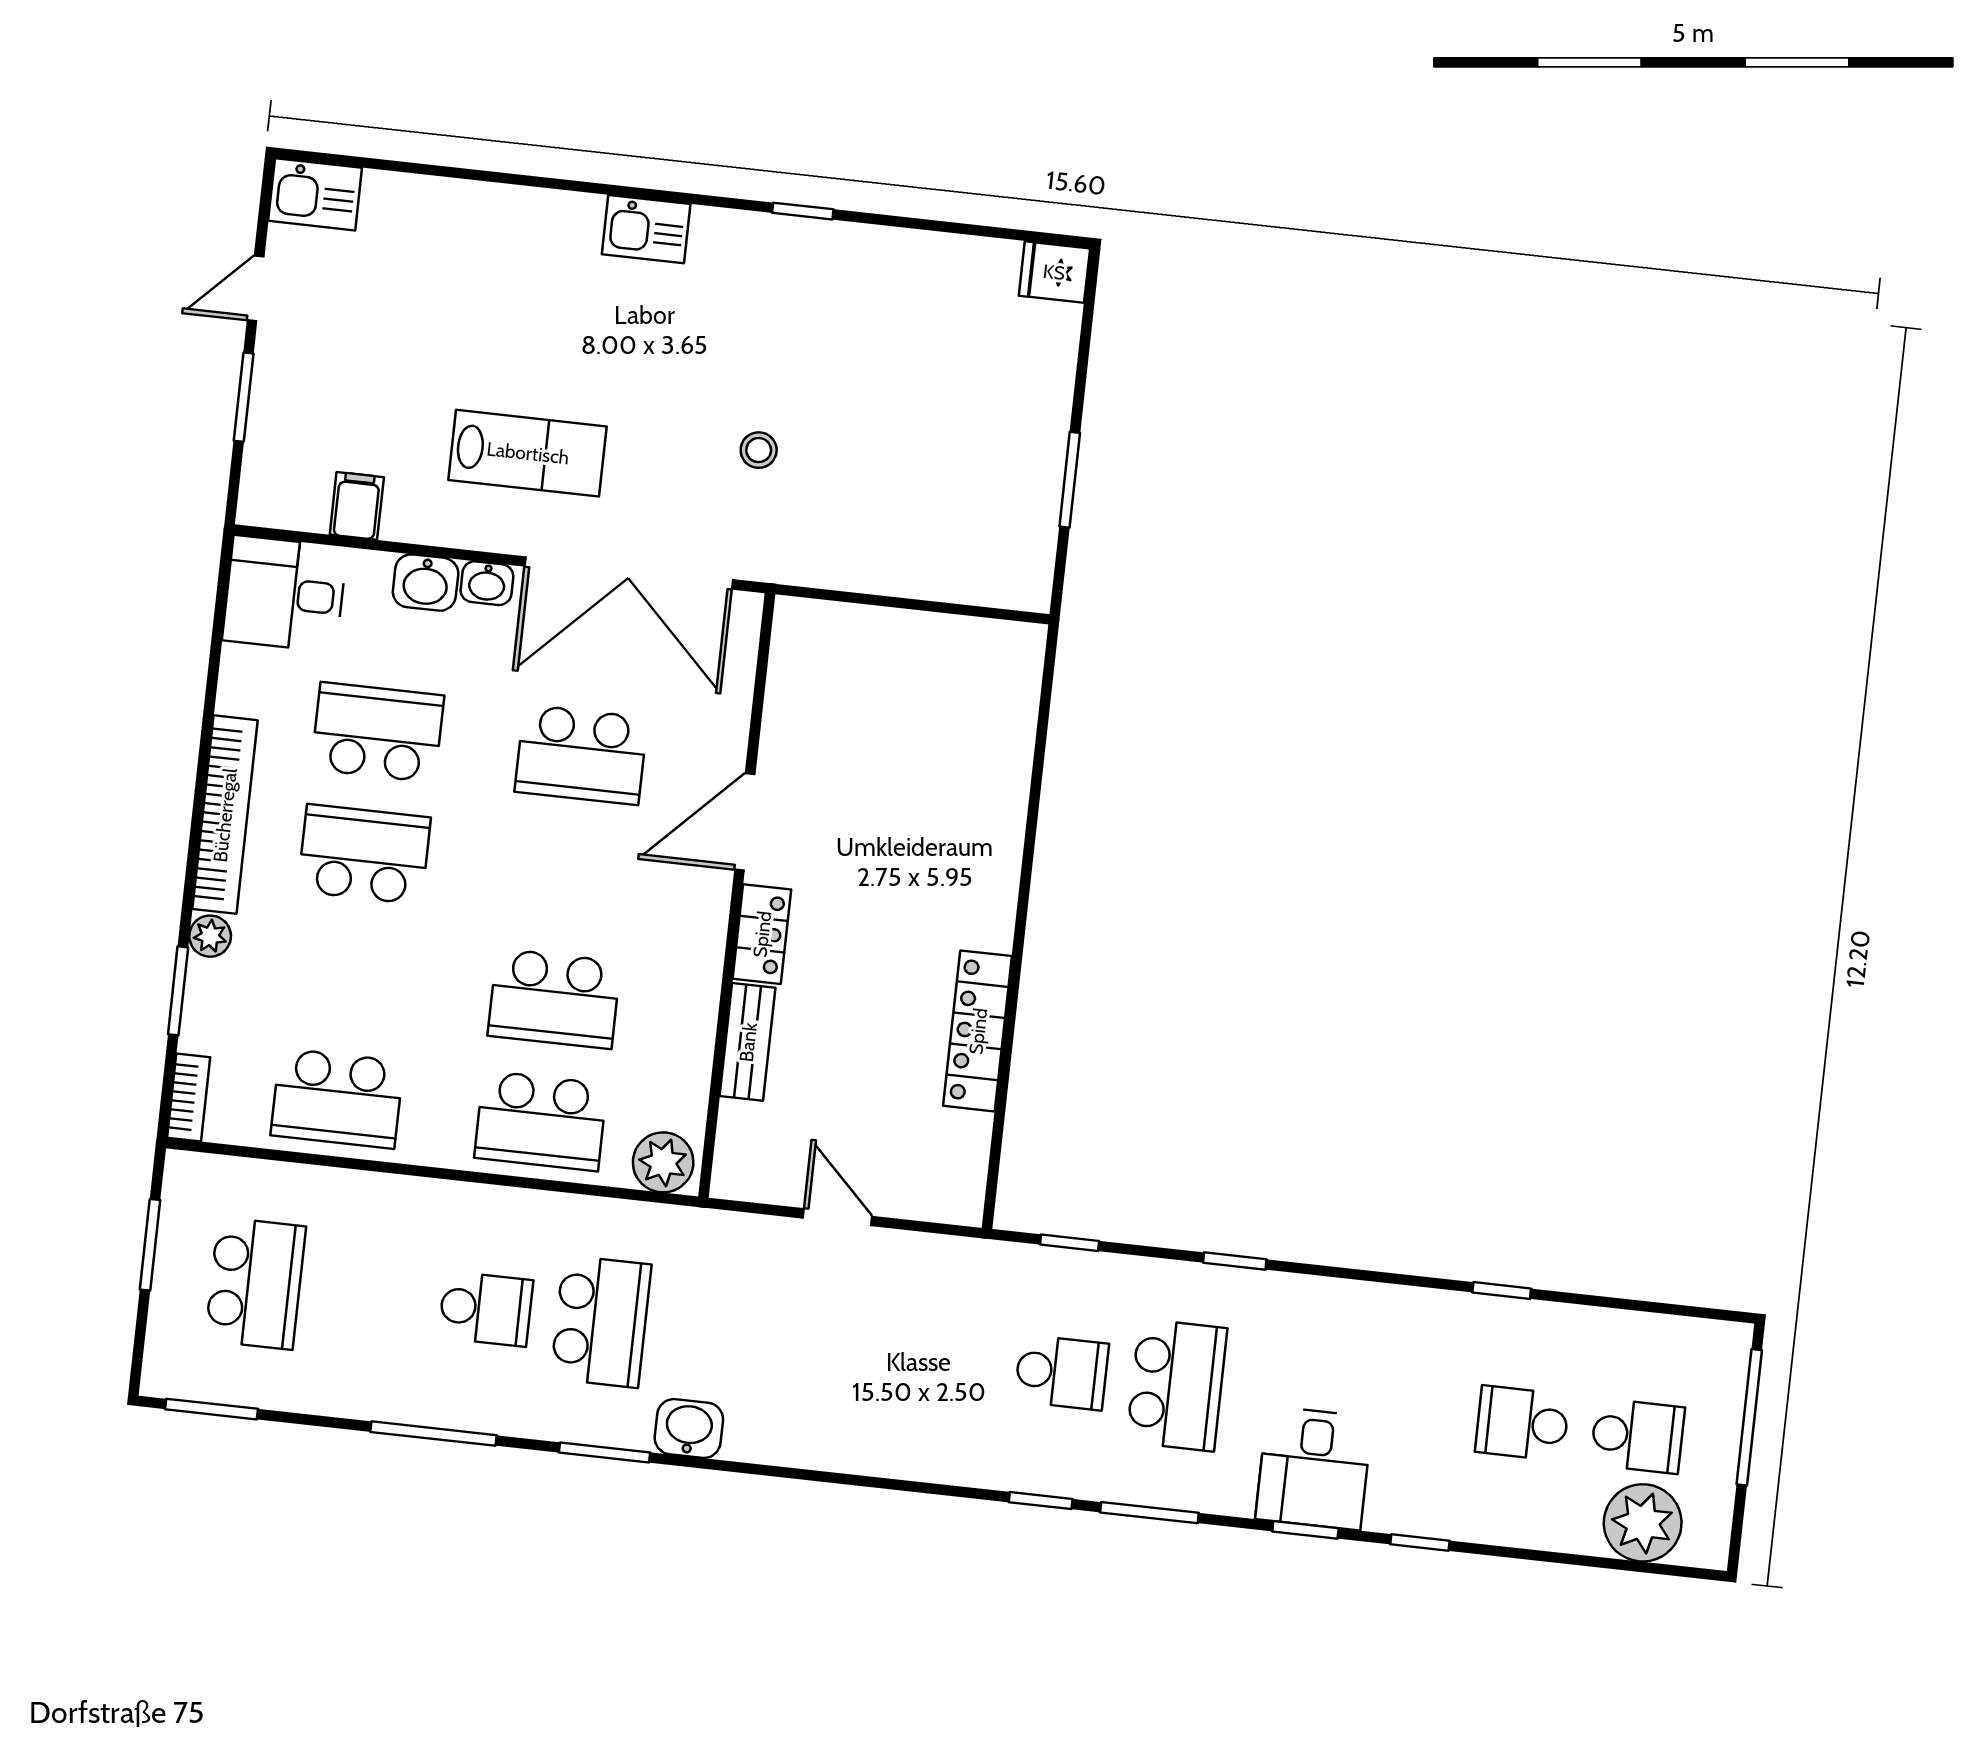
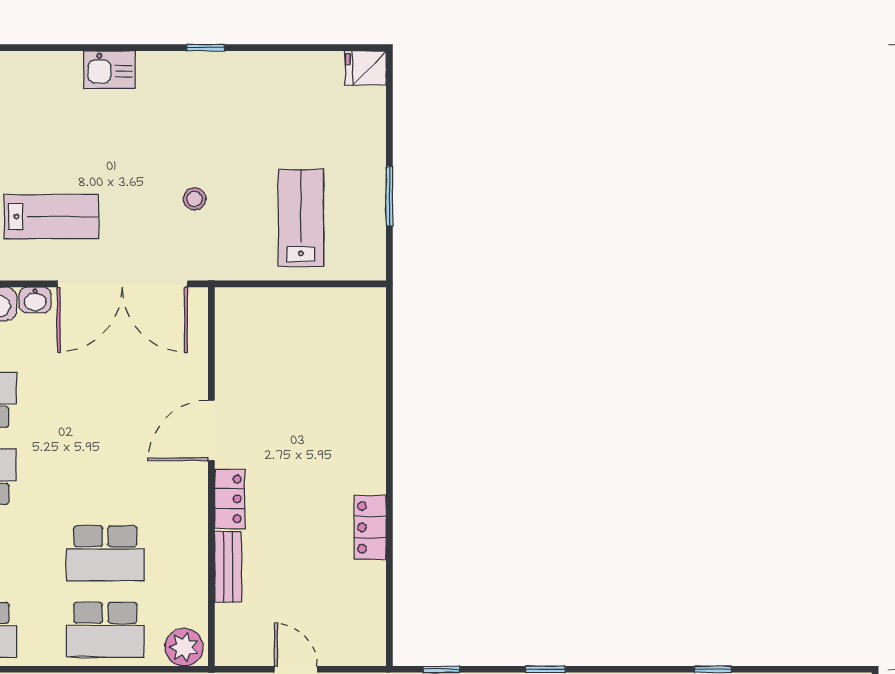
lab bench: (925, 499) -> (301, 218), added
school desk: (581, 755) -> (105, 400), removed
locker: (978, 1031) -> (370, 527), width x0.66

